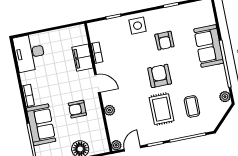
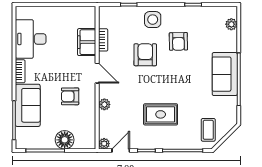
sofa: (209, 46) -> (225, 74), moved
desk: (29, 53) -> (31, 39), moved
armchair: (160, 76) -> (145, 55), moved
plant: (225, 97) -> (231, 24), moved
coffee table: (192, 106) -> (208, 130), moved
rug: (162, 109) -> (161, 114), turned 90

